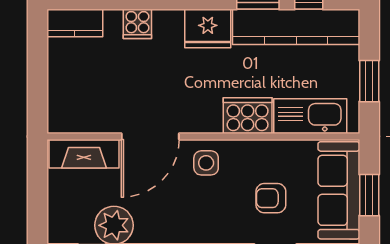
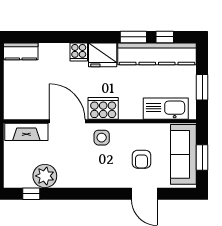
cooker: (137, 24) -> (79, 52), moved
cooker: (248, 116) -> (103, 108), moved
door: (150, 136) -> (67, 121), swing flipped
armchair: (271, 198) -> (141, 159), turned -90

